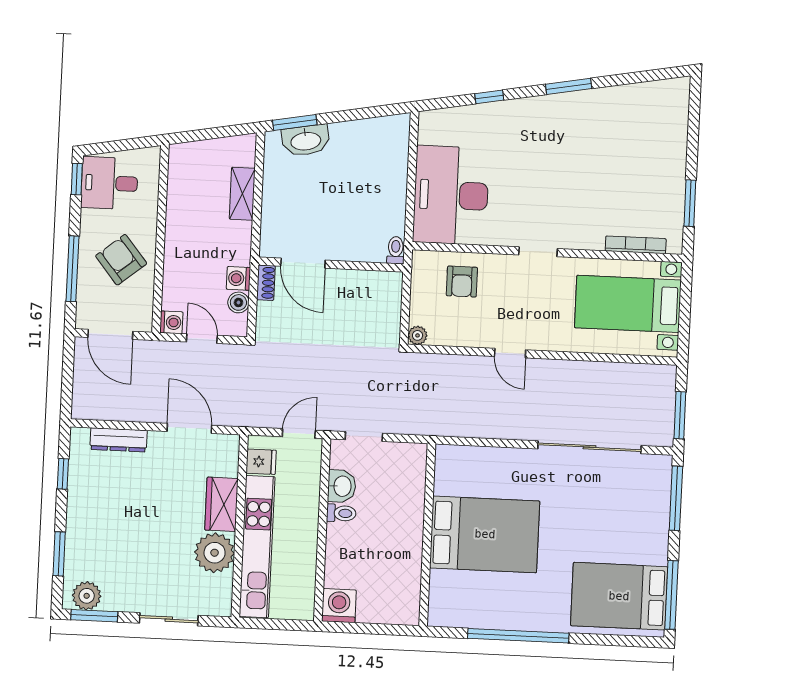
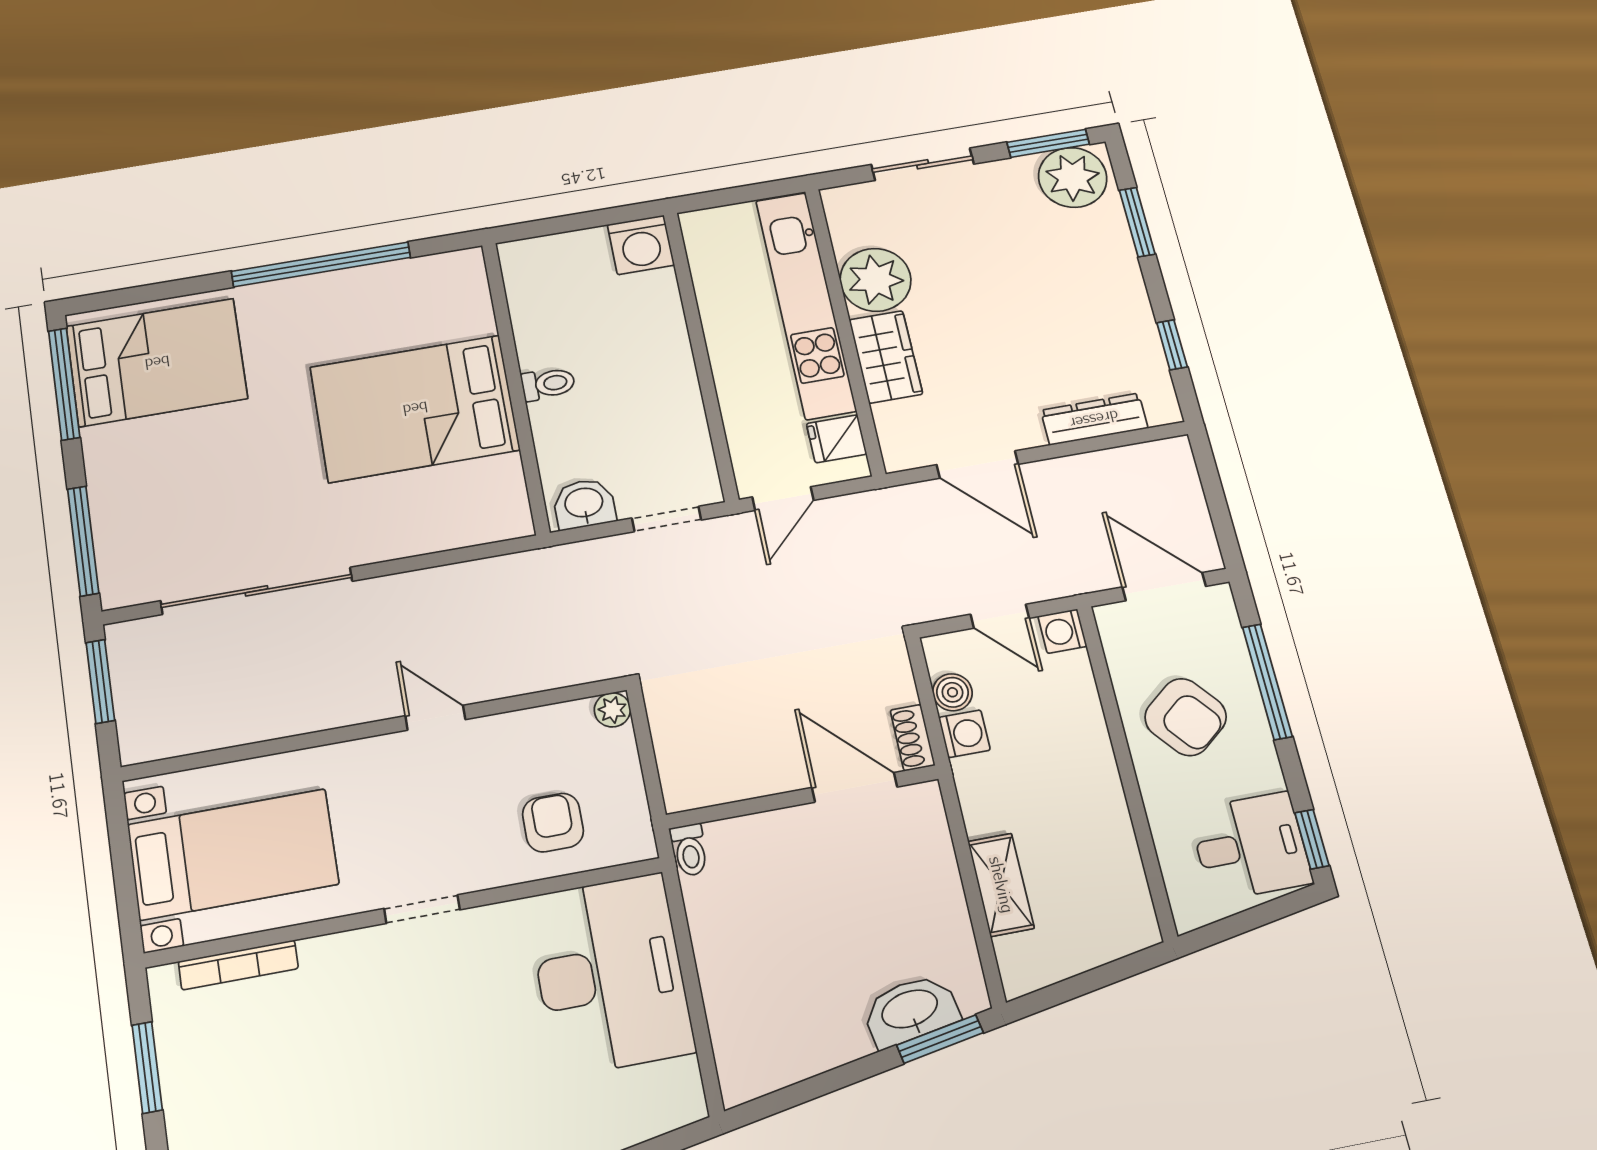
washbasin: (342, 486) -> (584, 504), moved, turned 90
toilet: (341, 513) -> (548, 384), moved, turned 180
plant: (87, 596) -> (1073, 177), width x1.36, depth x1.36

